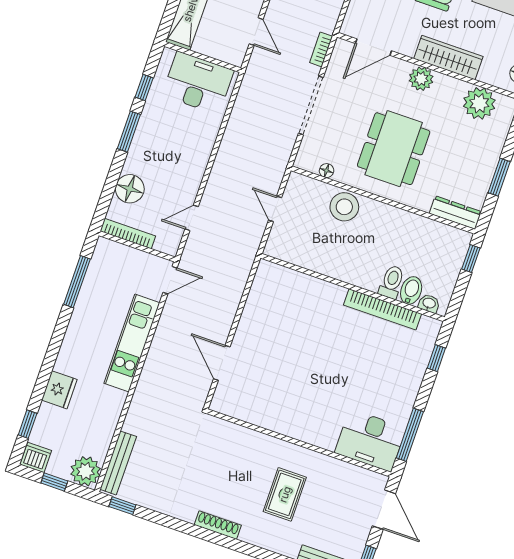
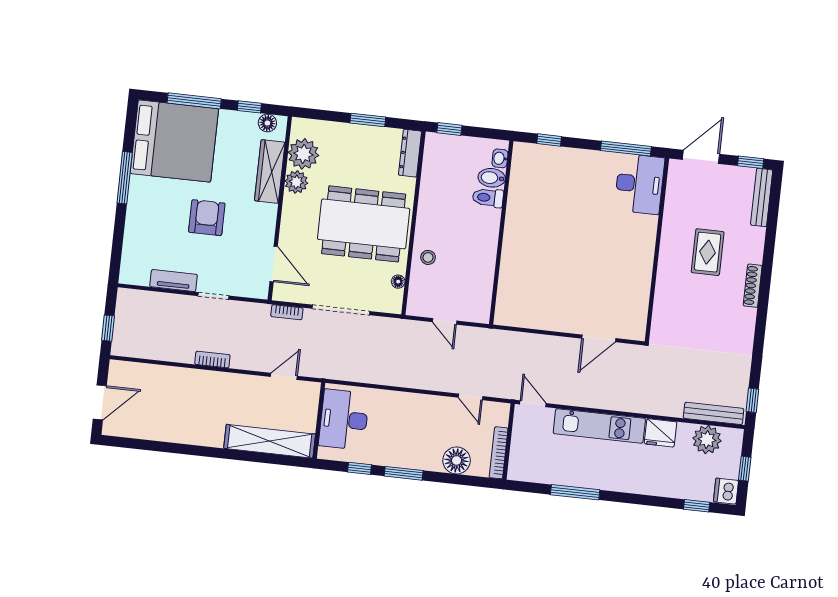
wardrobe: (448, 58) -> (270, 171), moved
plant: (421, 79) -> (296, 182), moved
dining table: (394, 149) -> (364, 224), width x1.36, depth x1.24
stool: (344, 207) -> (428, 257), width x0.53, depth x0.53
door: (275, 209) -> (445, 321), hinge flipped
window: (77, 282) -> (575, 492), moved
bookcase: (382, 309) -> (515, 200), removed
fridge: (59, 390) -> (661, 433), moved, turned 180
plant: (86, 471) -> (707, 440), moved
rug: (285, 494) -> (708, 252), turned 90
shoe rack: (218, 525) -> (753, 286), moved

